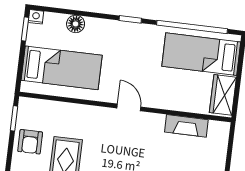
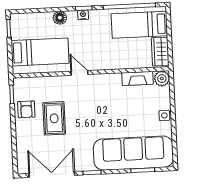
nightstand: (36, 17) -> (83, 15), moved
floor lamp: (76, 24) -> (60, 18), moved
door: (129, 107) -> (79, 73), moved
plant: (219, 131) -> (162, 79), added

